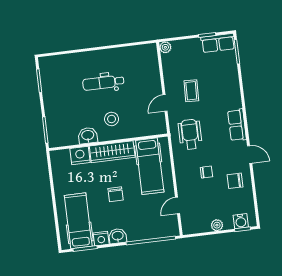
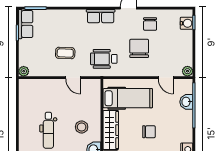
chair: (206, 172) -> (139, 48), width x1.87, depth x1.87
plant: (217, 225) -> (187, 71), moved
washbasin: (118, 236) -> (186, 102), moved

